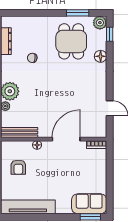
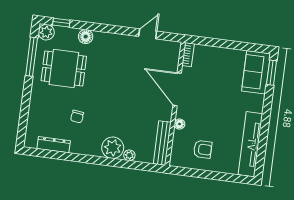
window: (78, 13) -> (32, 57), width x1.44

